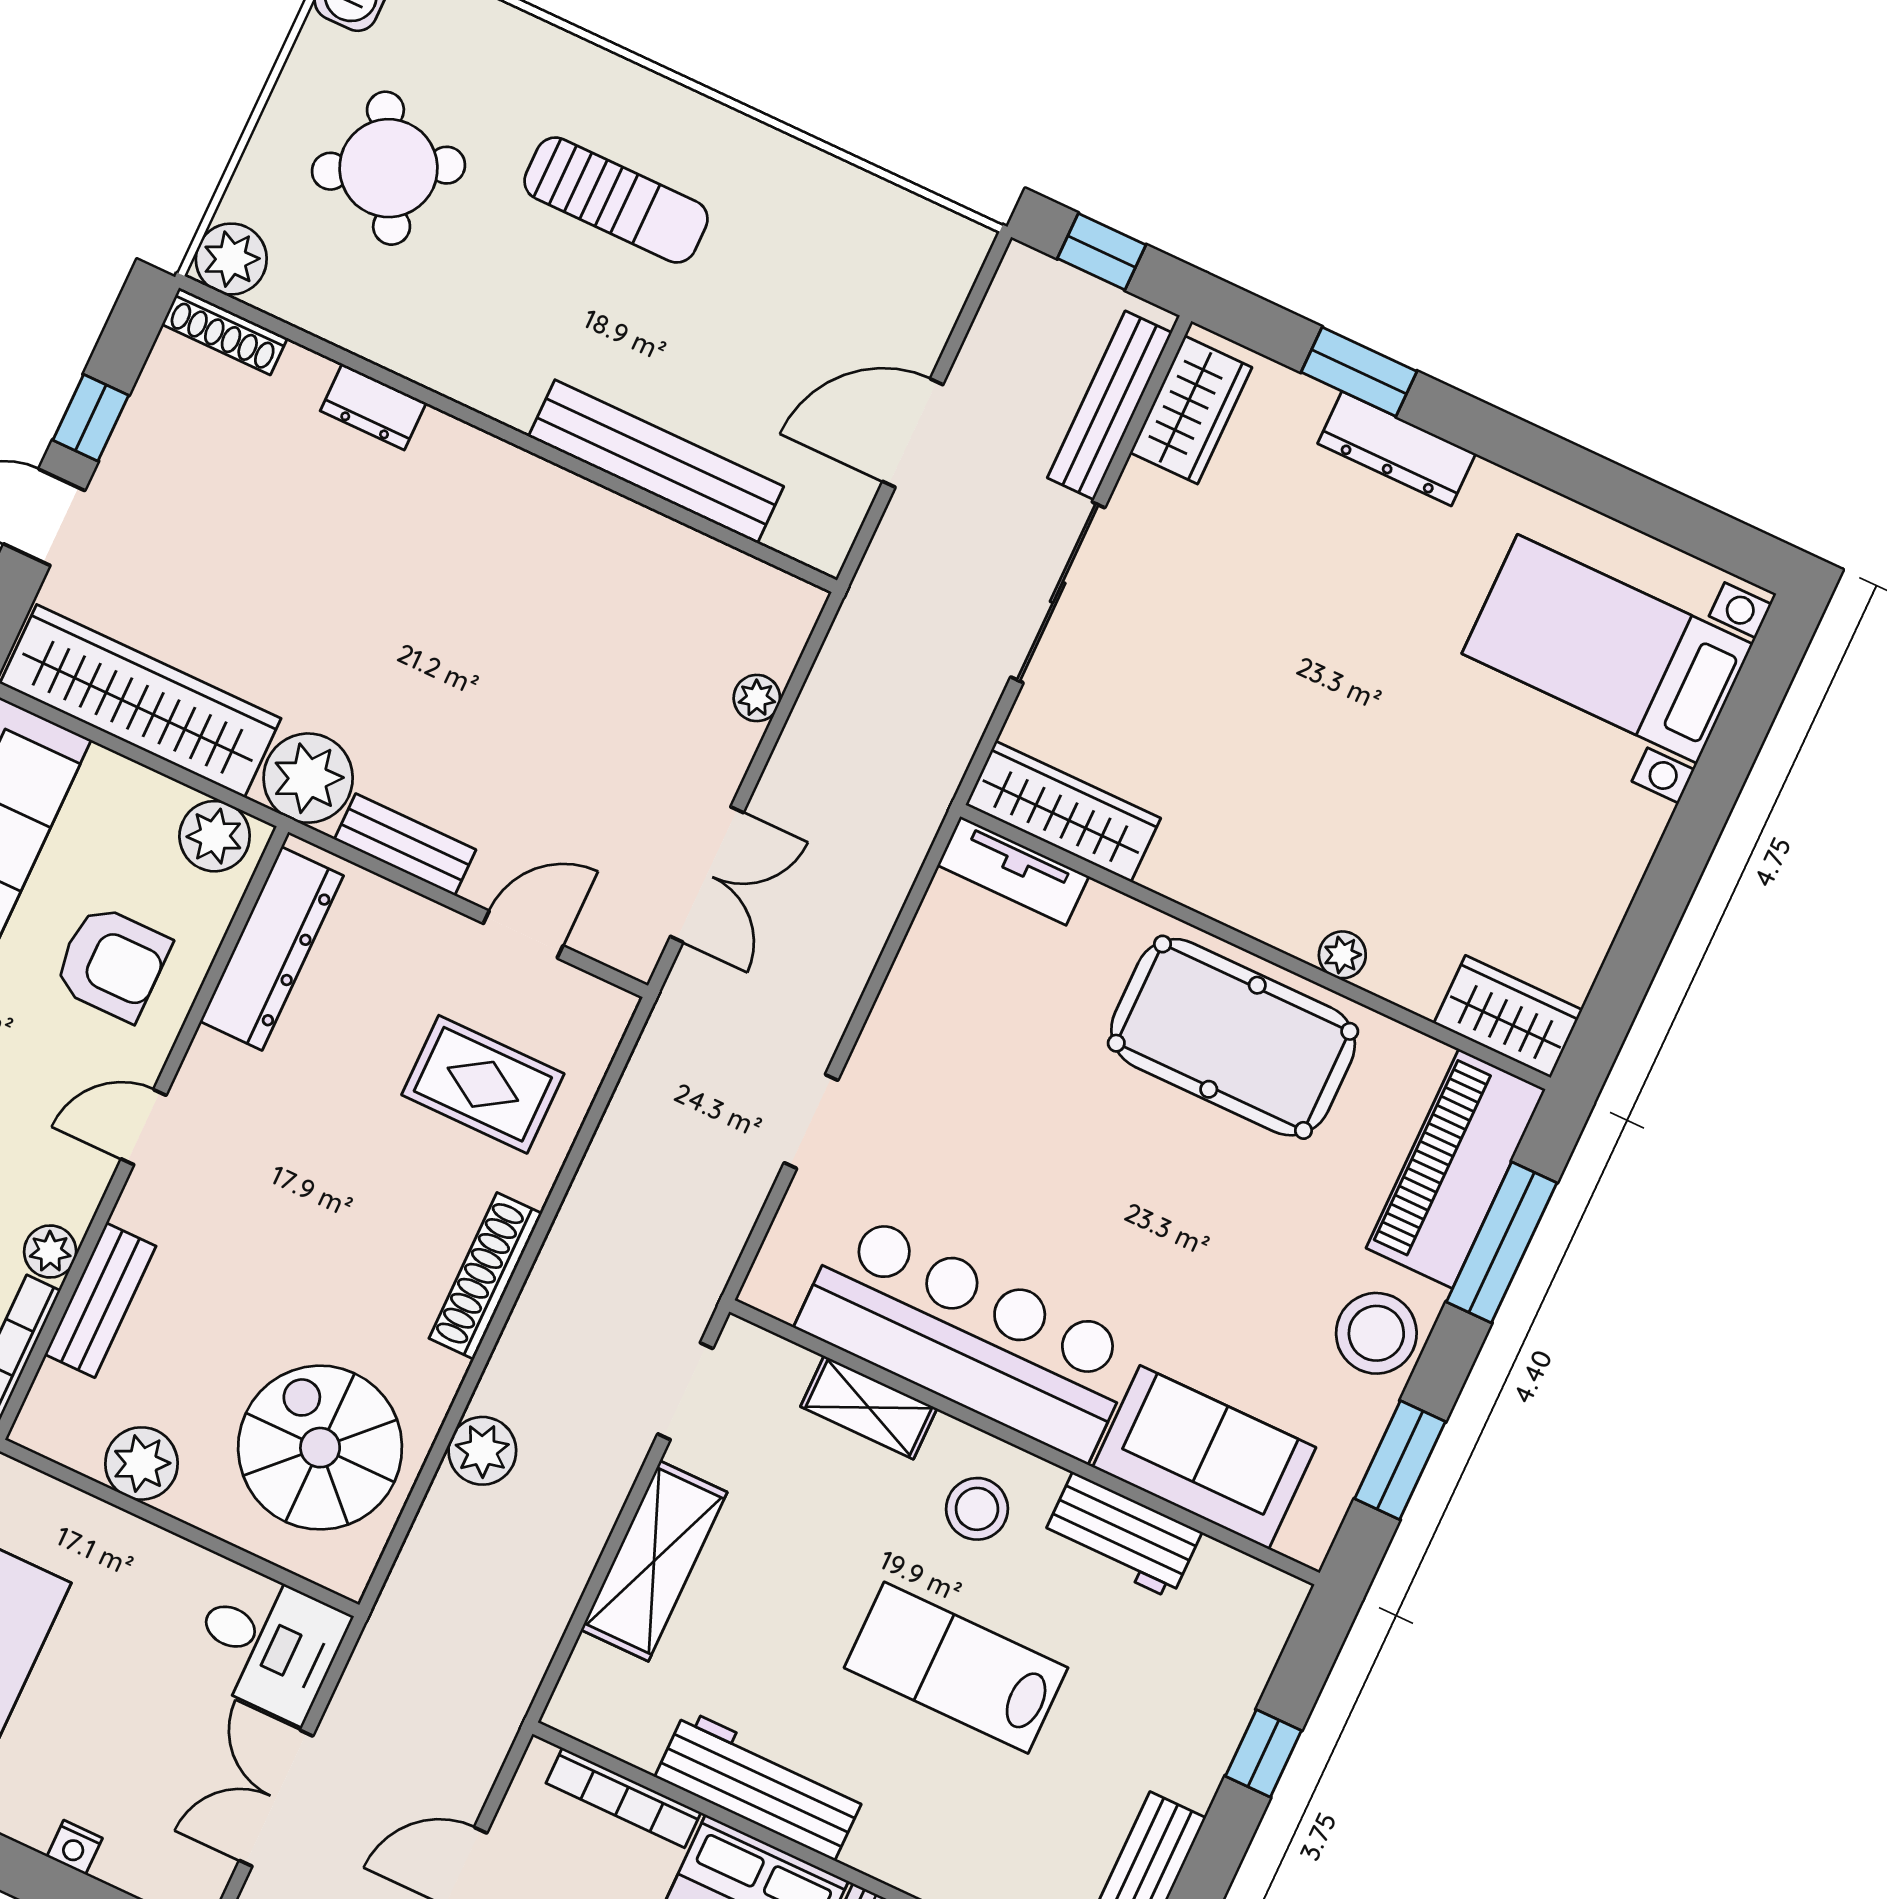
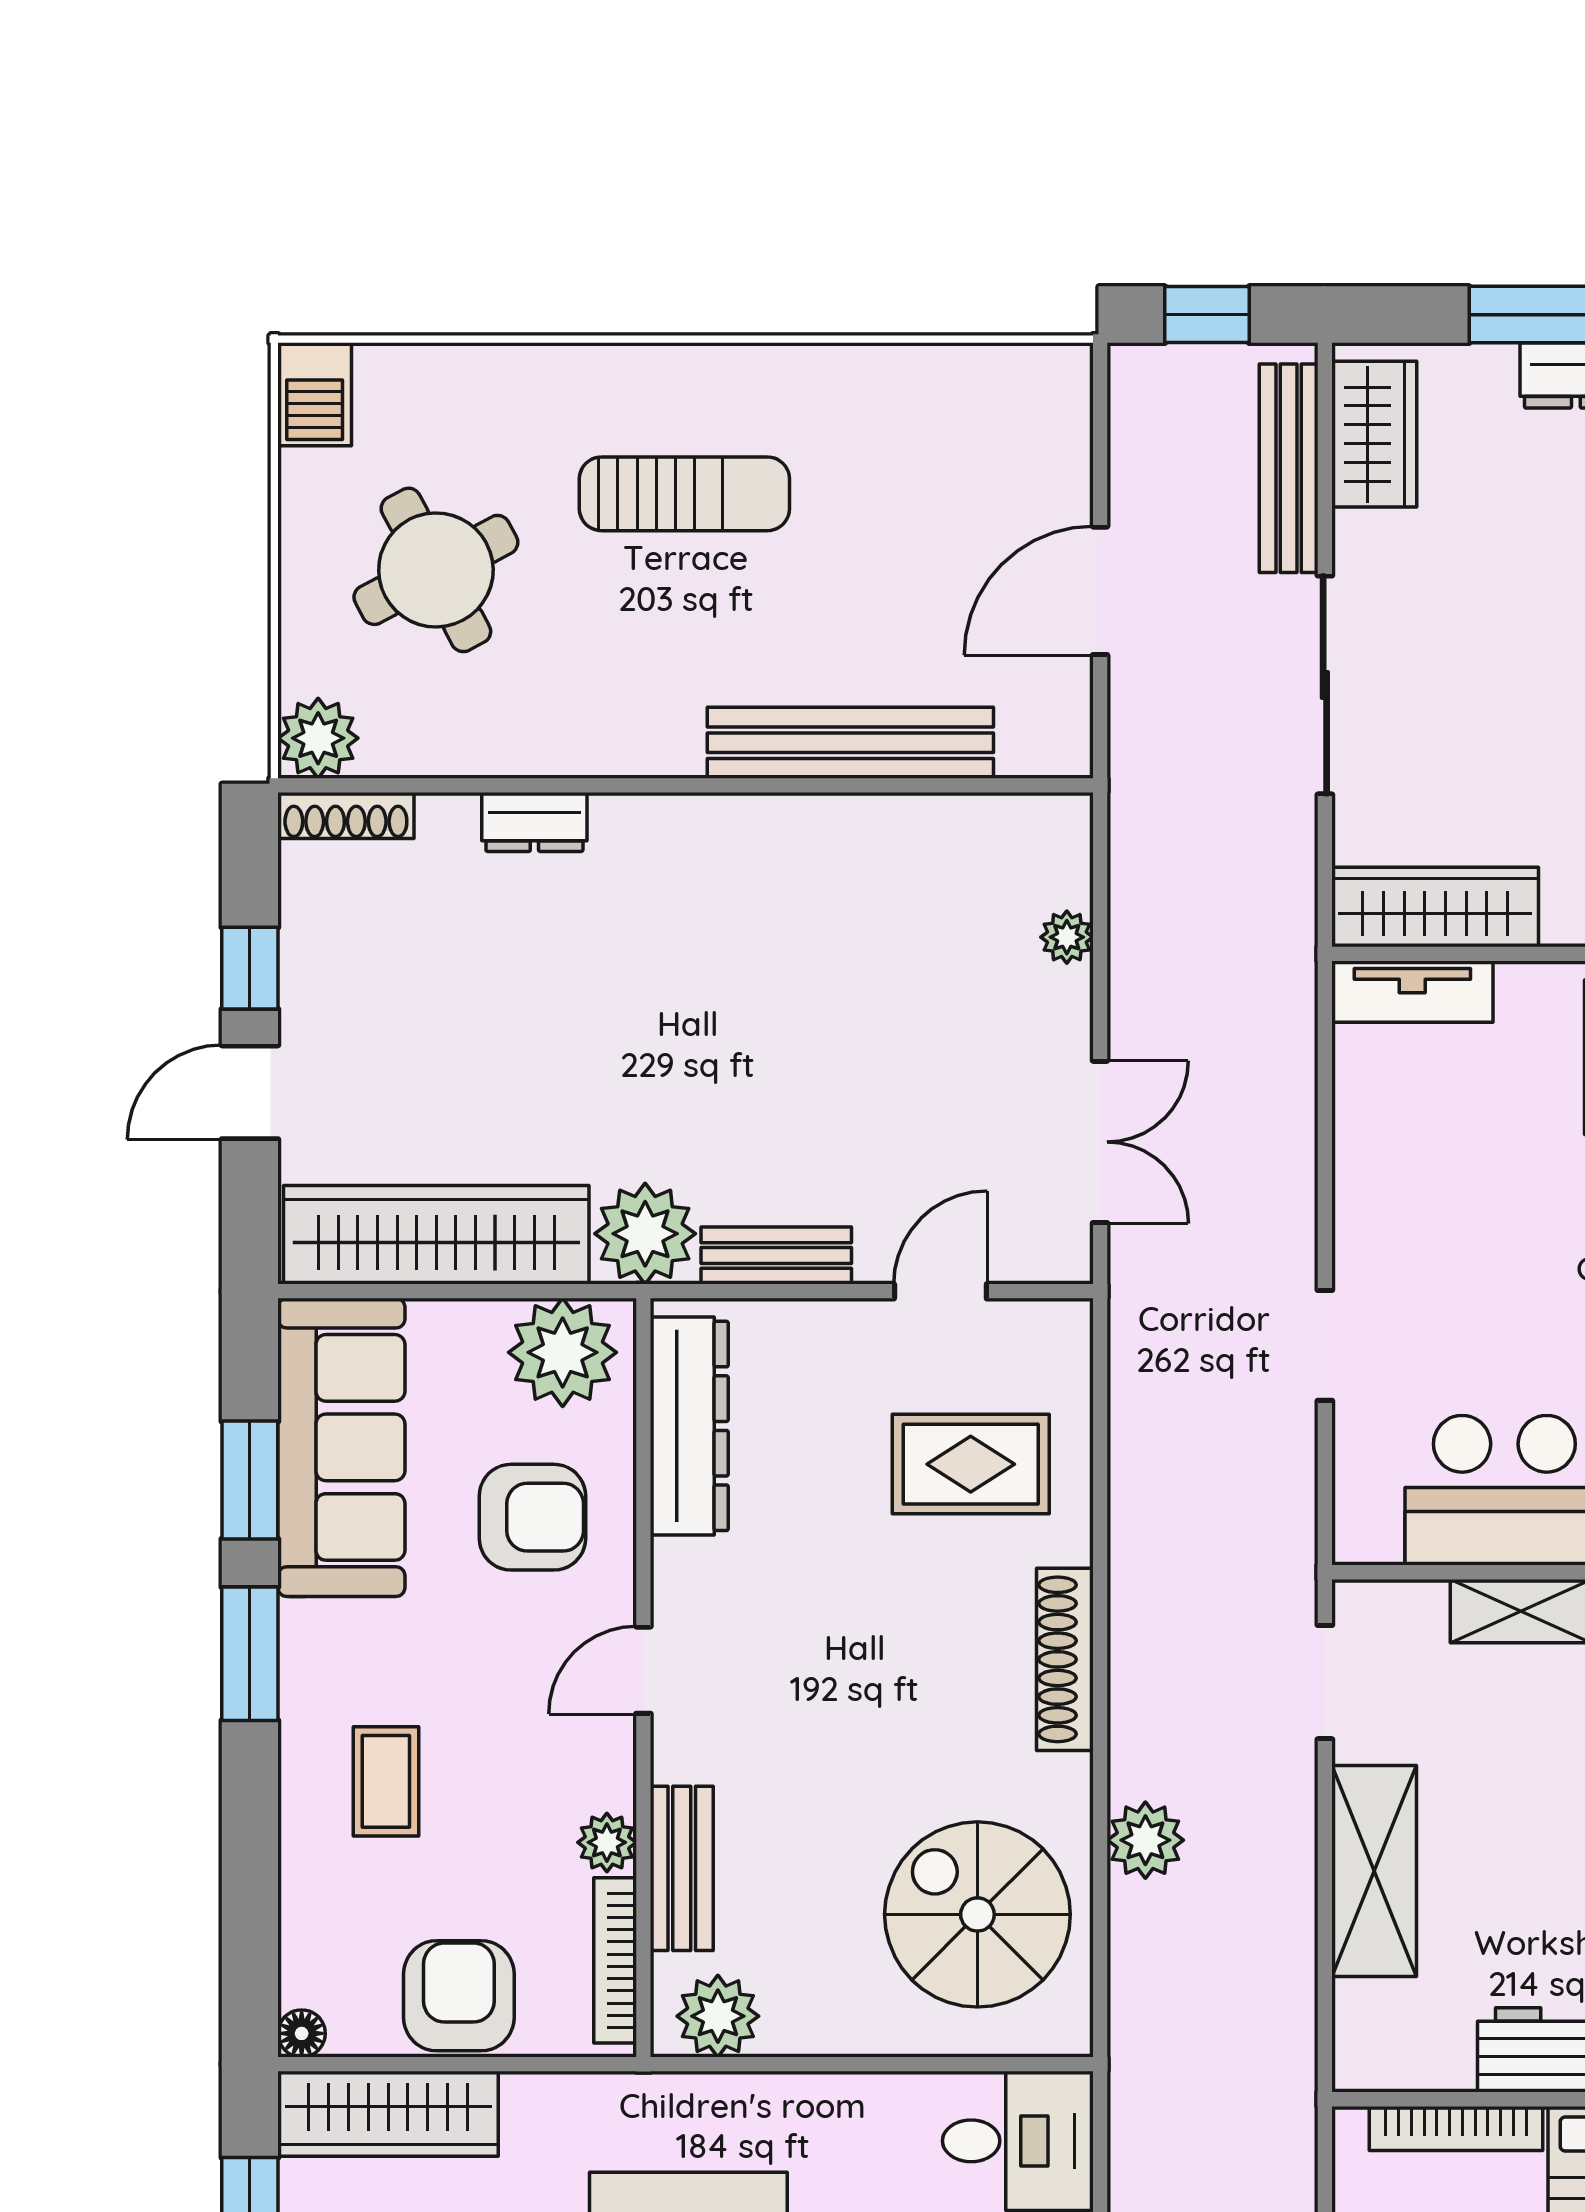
plant: (215, 836) -> (563, 1352), width x1.36, depth x1.36
plant: (141, 1463) -> (718, 2016), moved

